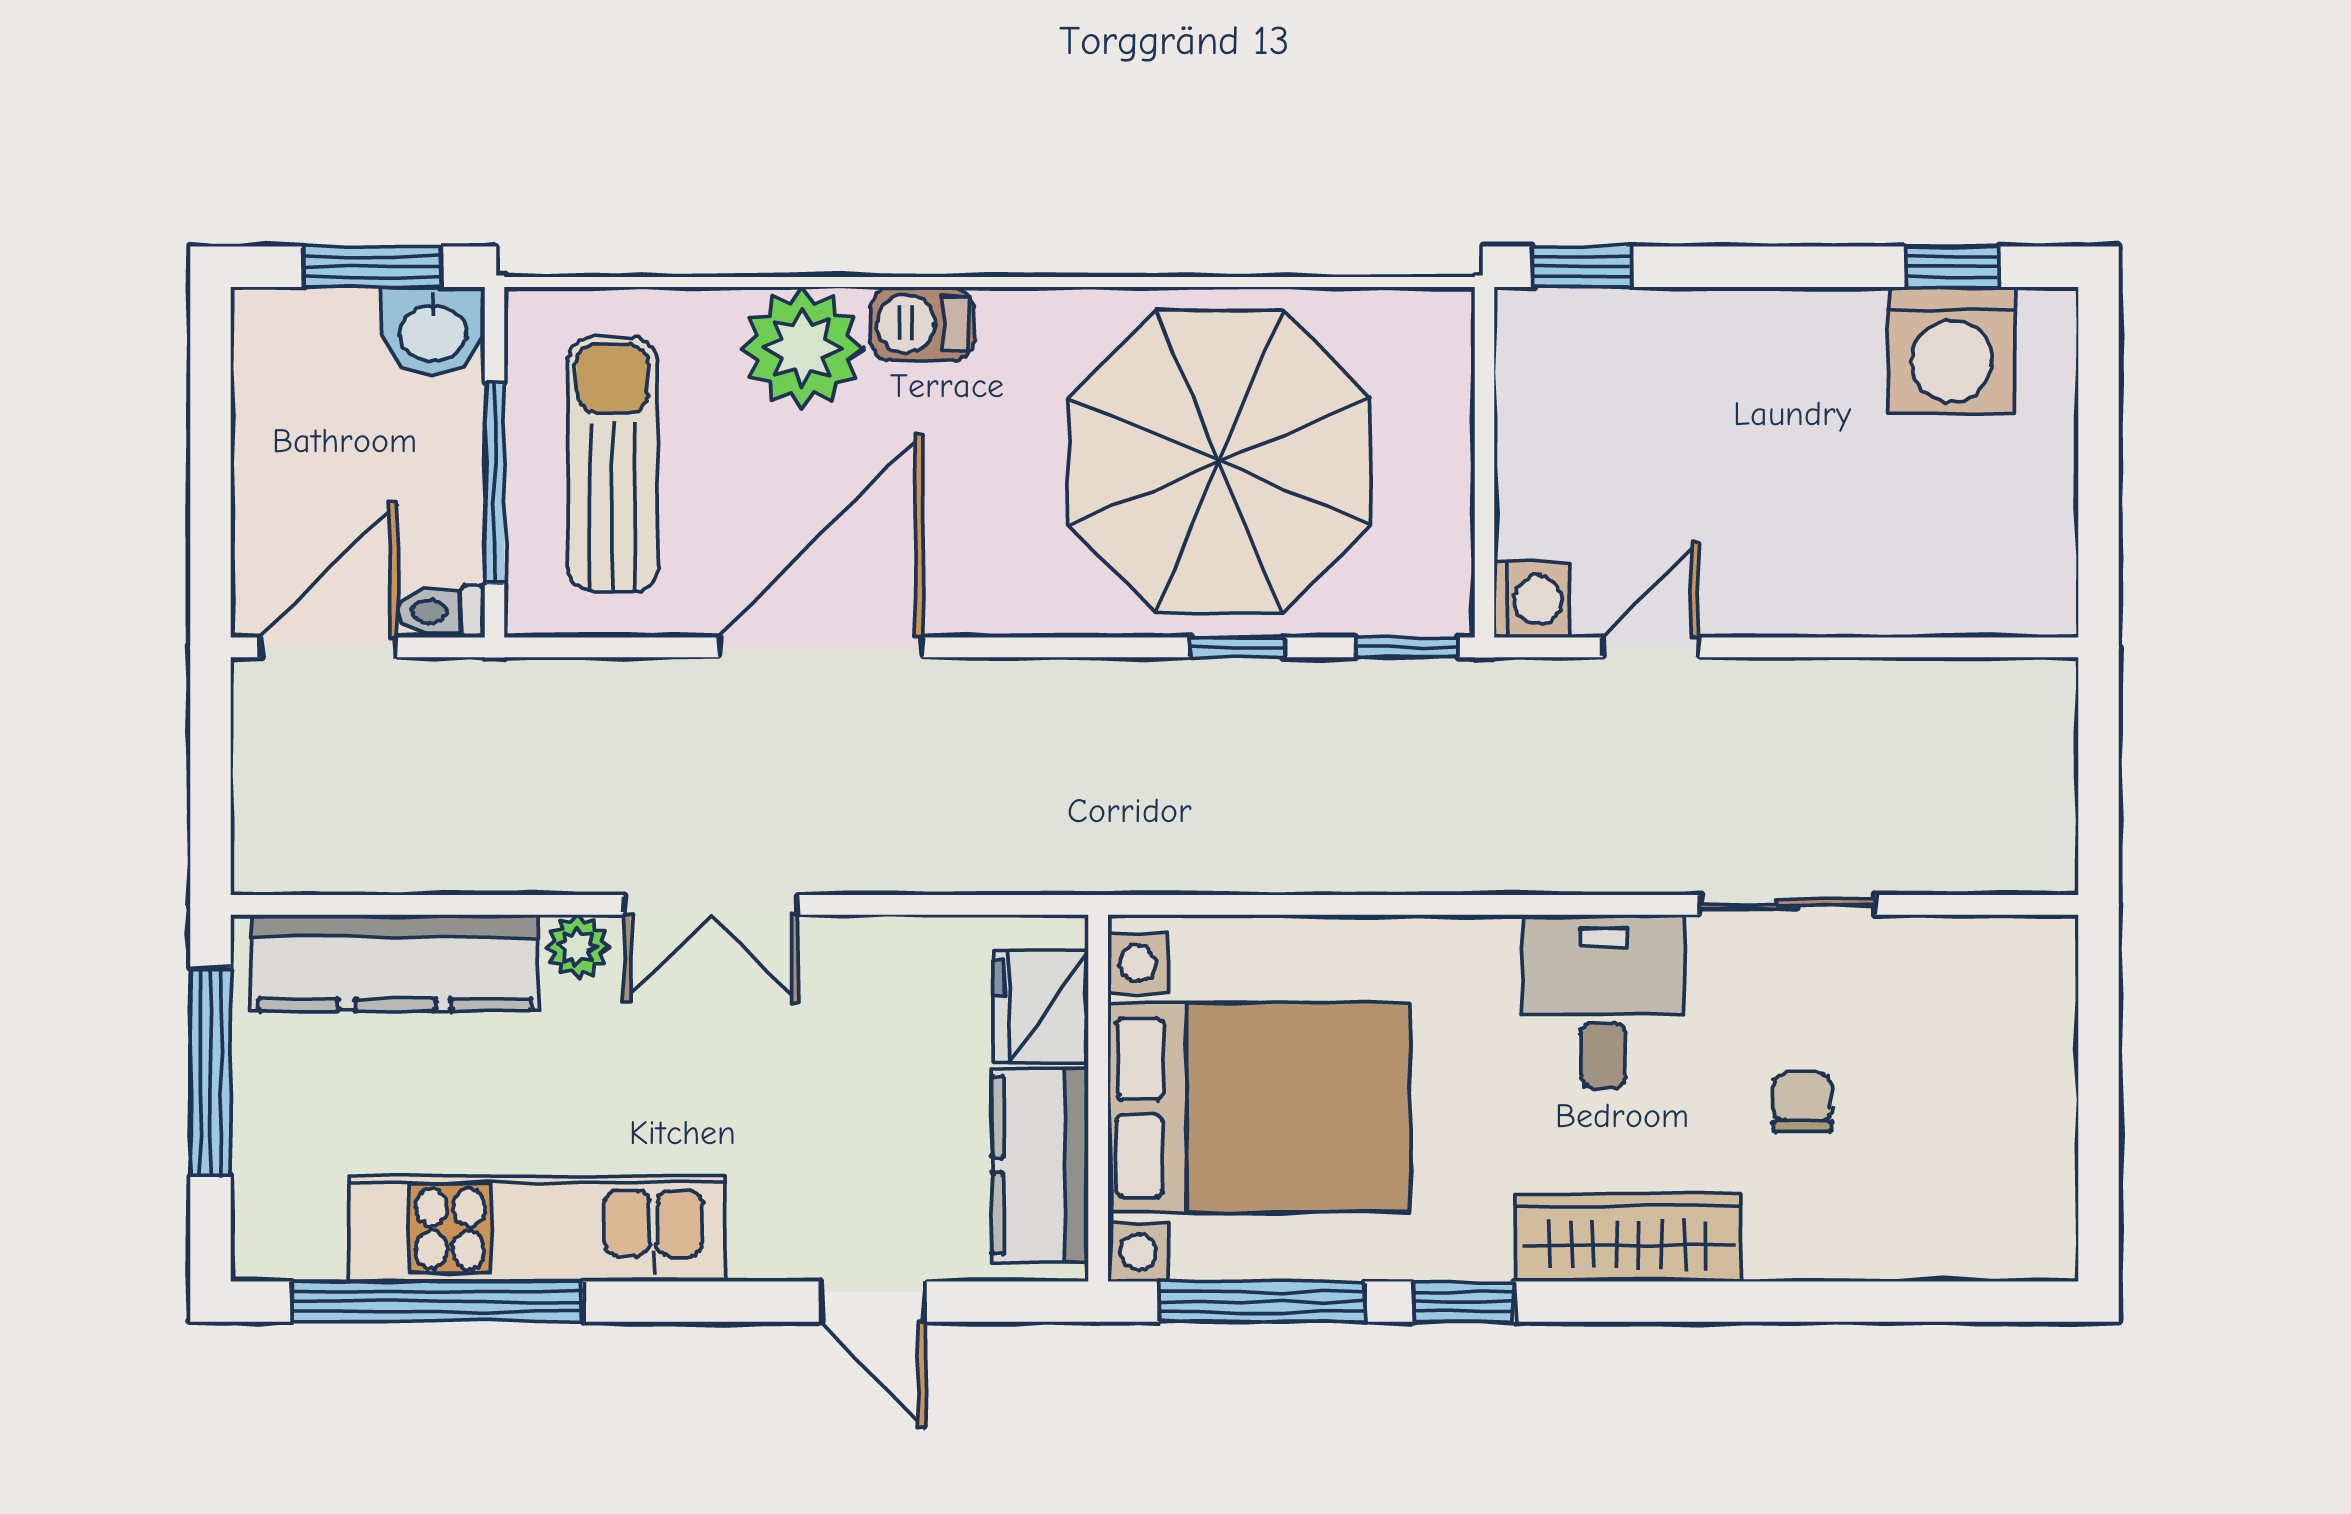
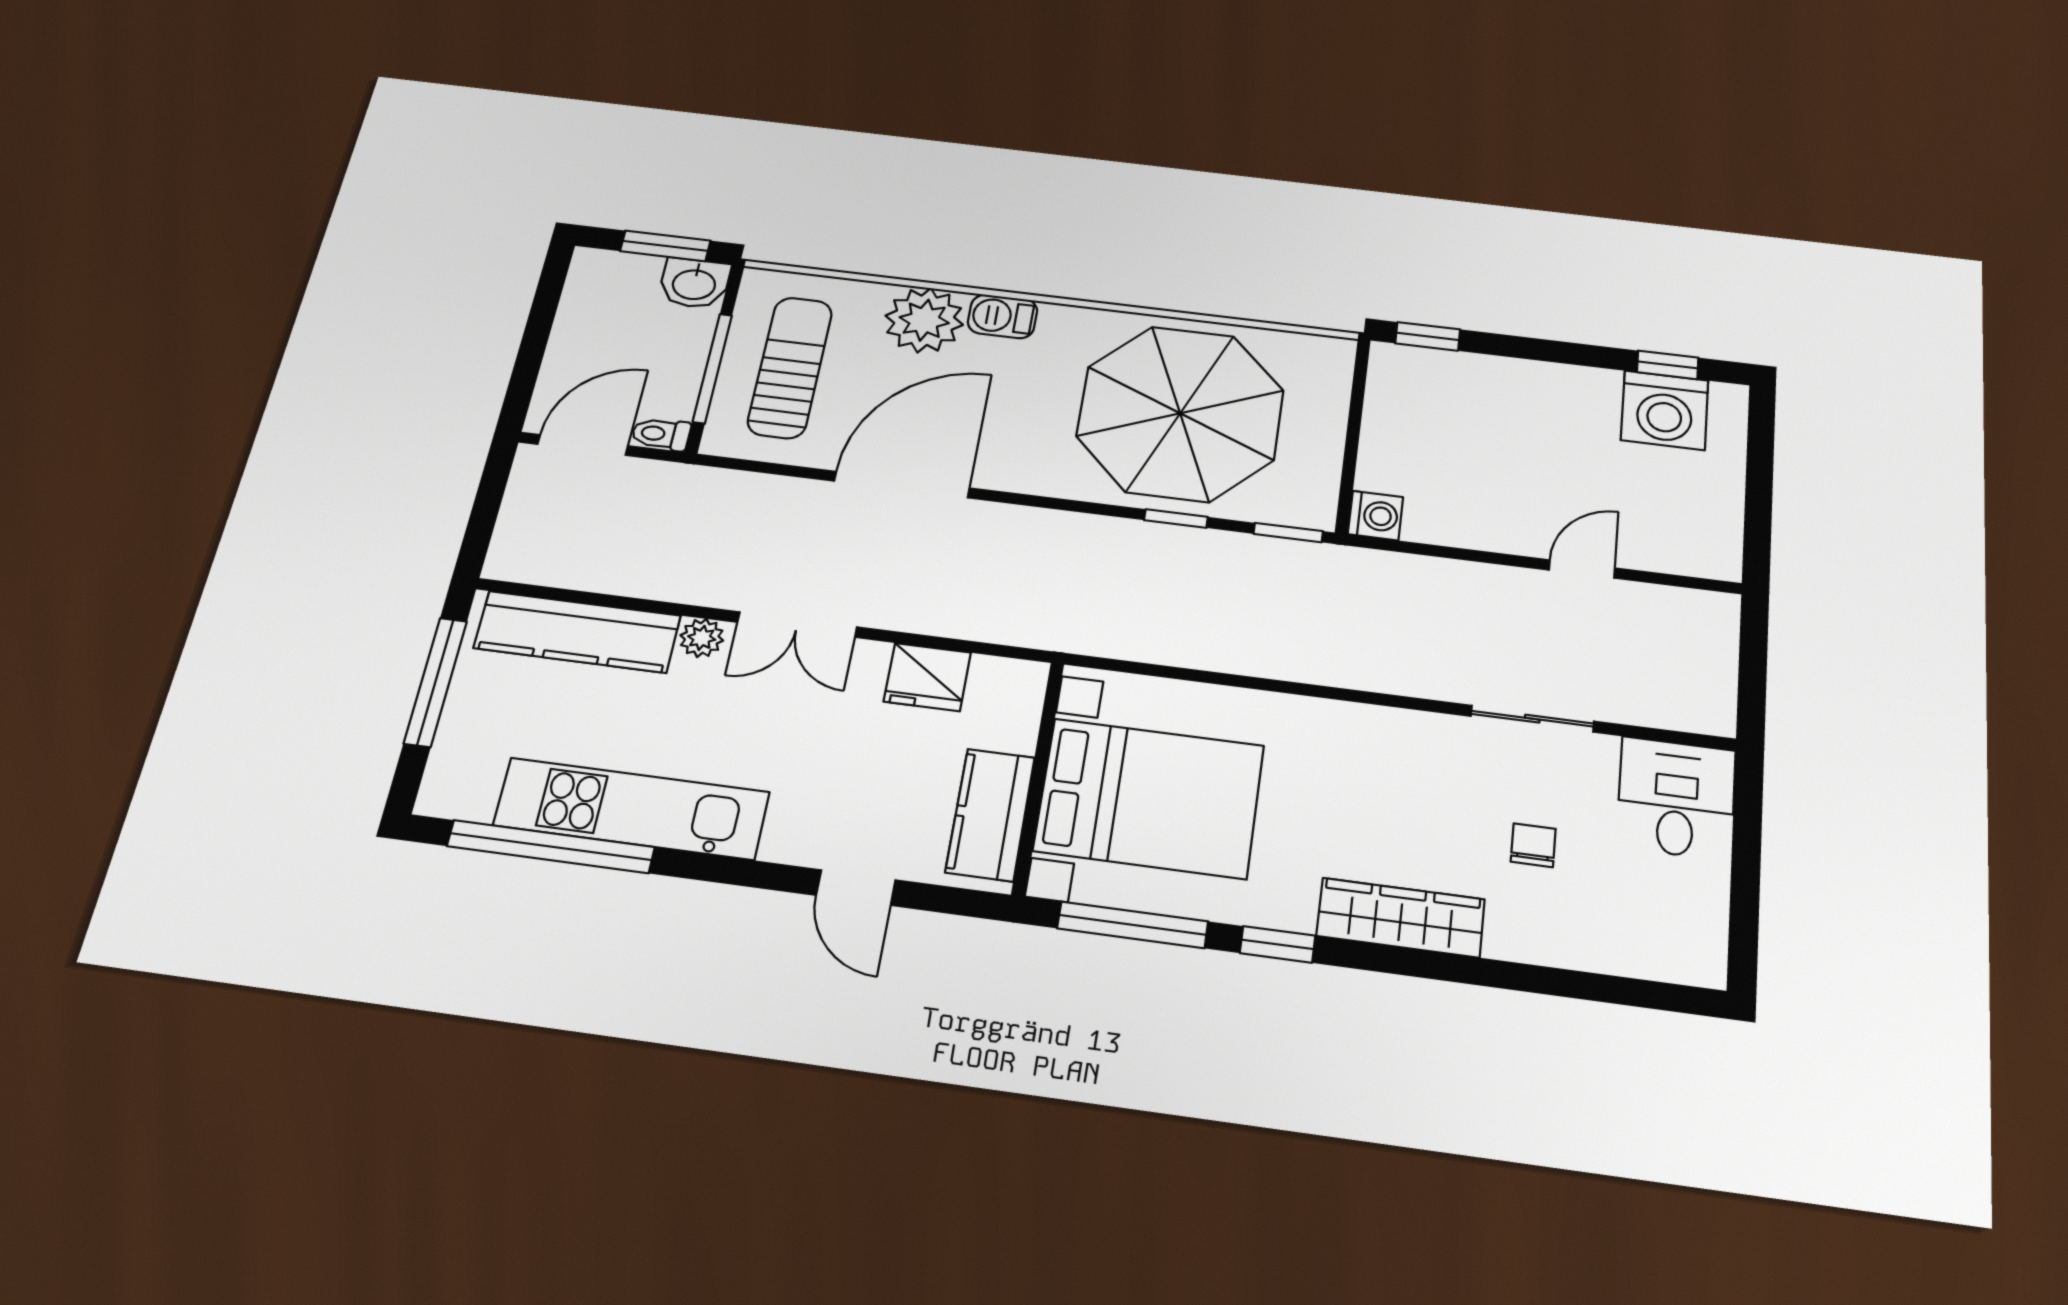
door: (1651, 647) -> (1582, 569), moved
desk: (1603, 1002) -> (1676, 798), moved
fridge: (1040, 1006) -> (927, 677), moved, turned -90

